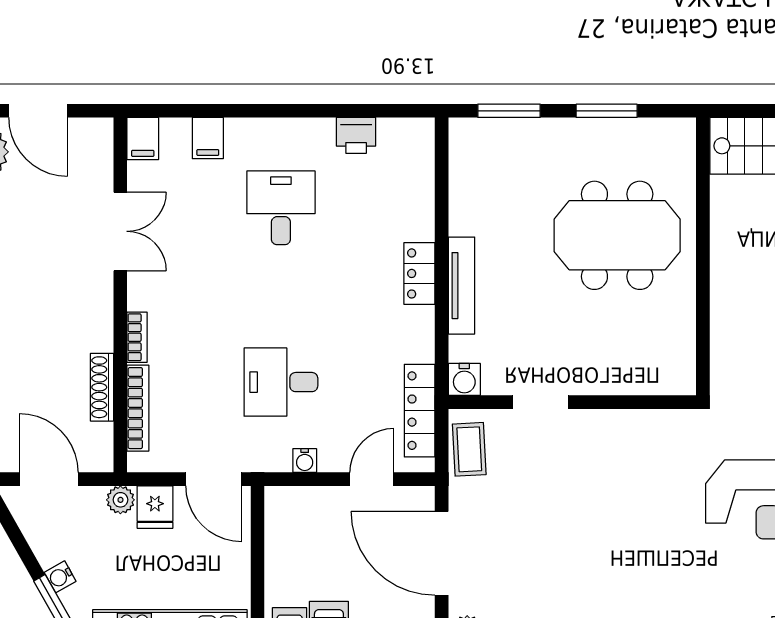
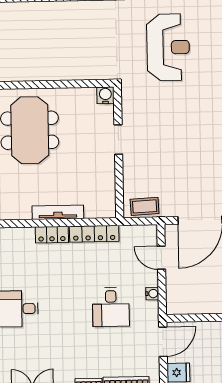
water cooler: (464, 379) -> (105, 95), moved, turned -90
doorway: (540, 402) -> (118, 139), moved
locker: (420, 411) -> (94, 234), moved

